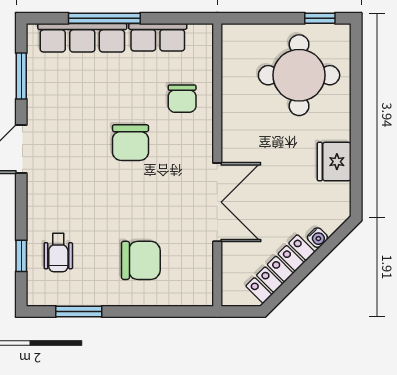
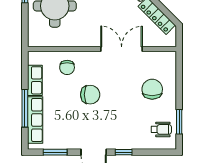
chair: (182, 99) -> (67, 67), turned 90
wheelchair: (58, 253) -> (161, 129), moved
window: (21, 256) -> (124, 152), moved

